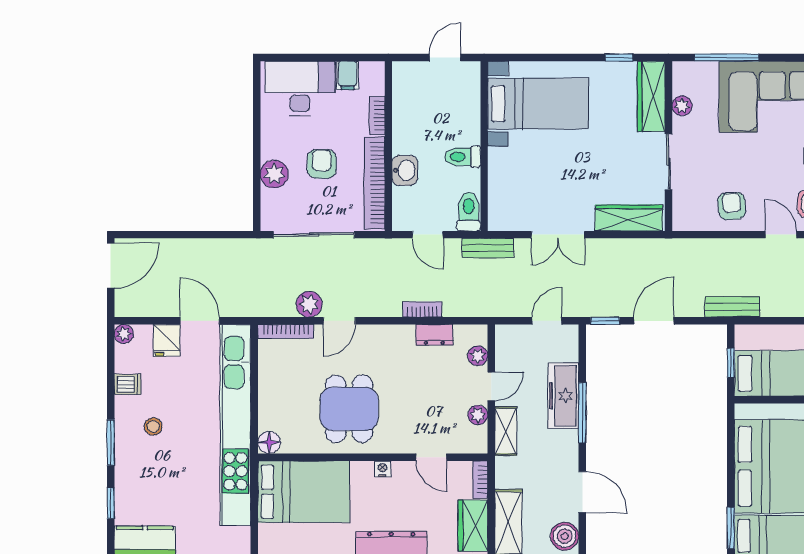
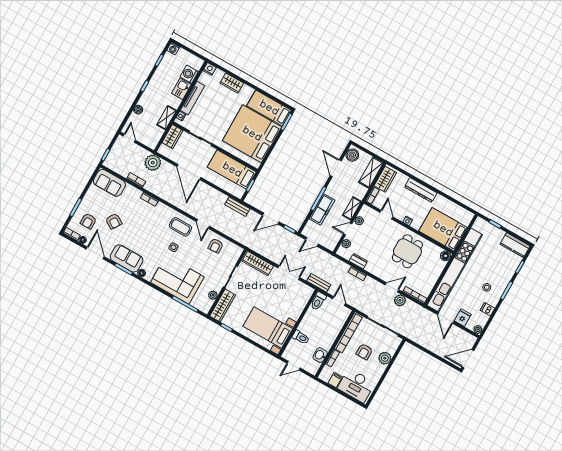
toilet: (463, 157) -> (301, 337), moved
washbasin: (405, 170) -> (320, 355), moved

